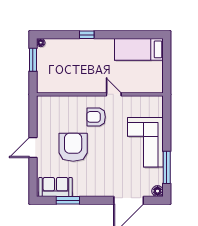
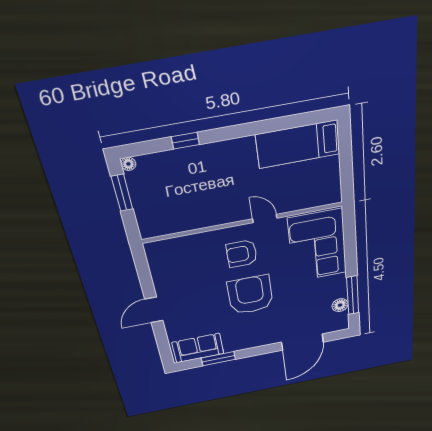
window: (87, 35) -> (185, 141), moved
corner sofa: (145, 142) -> (318, 246), moved
armchair: (73, 147) -> (250, 295), moved
floor lamp: (158, 191) -> (340, 305), moved

